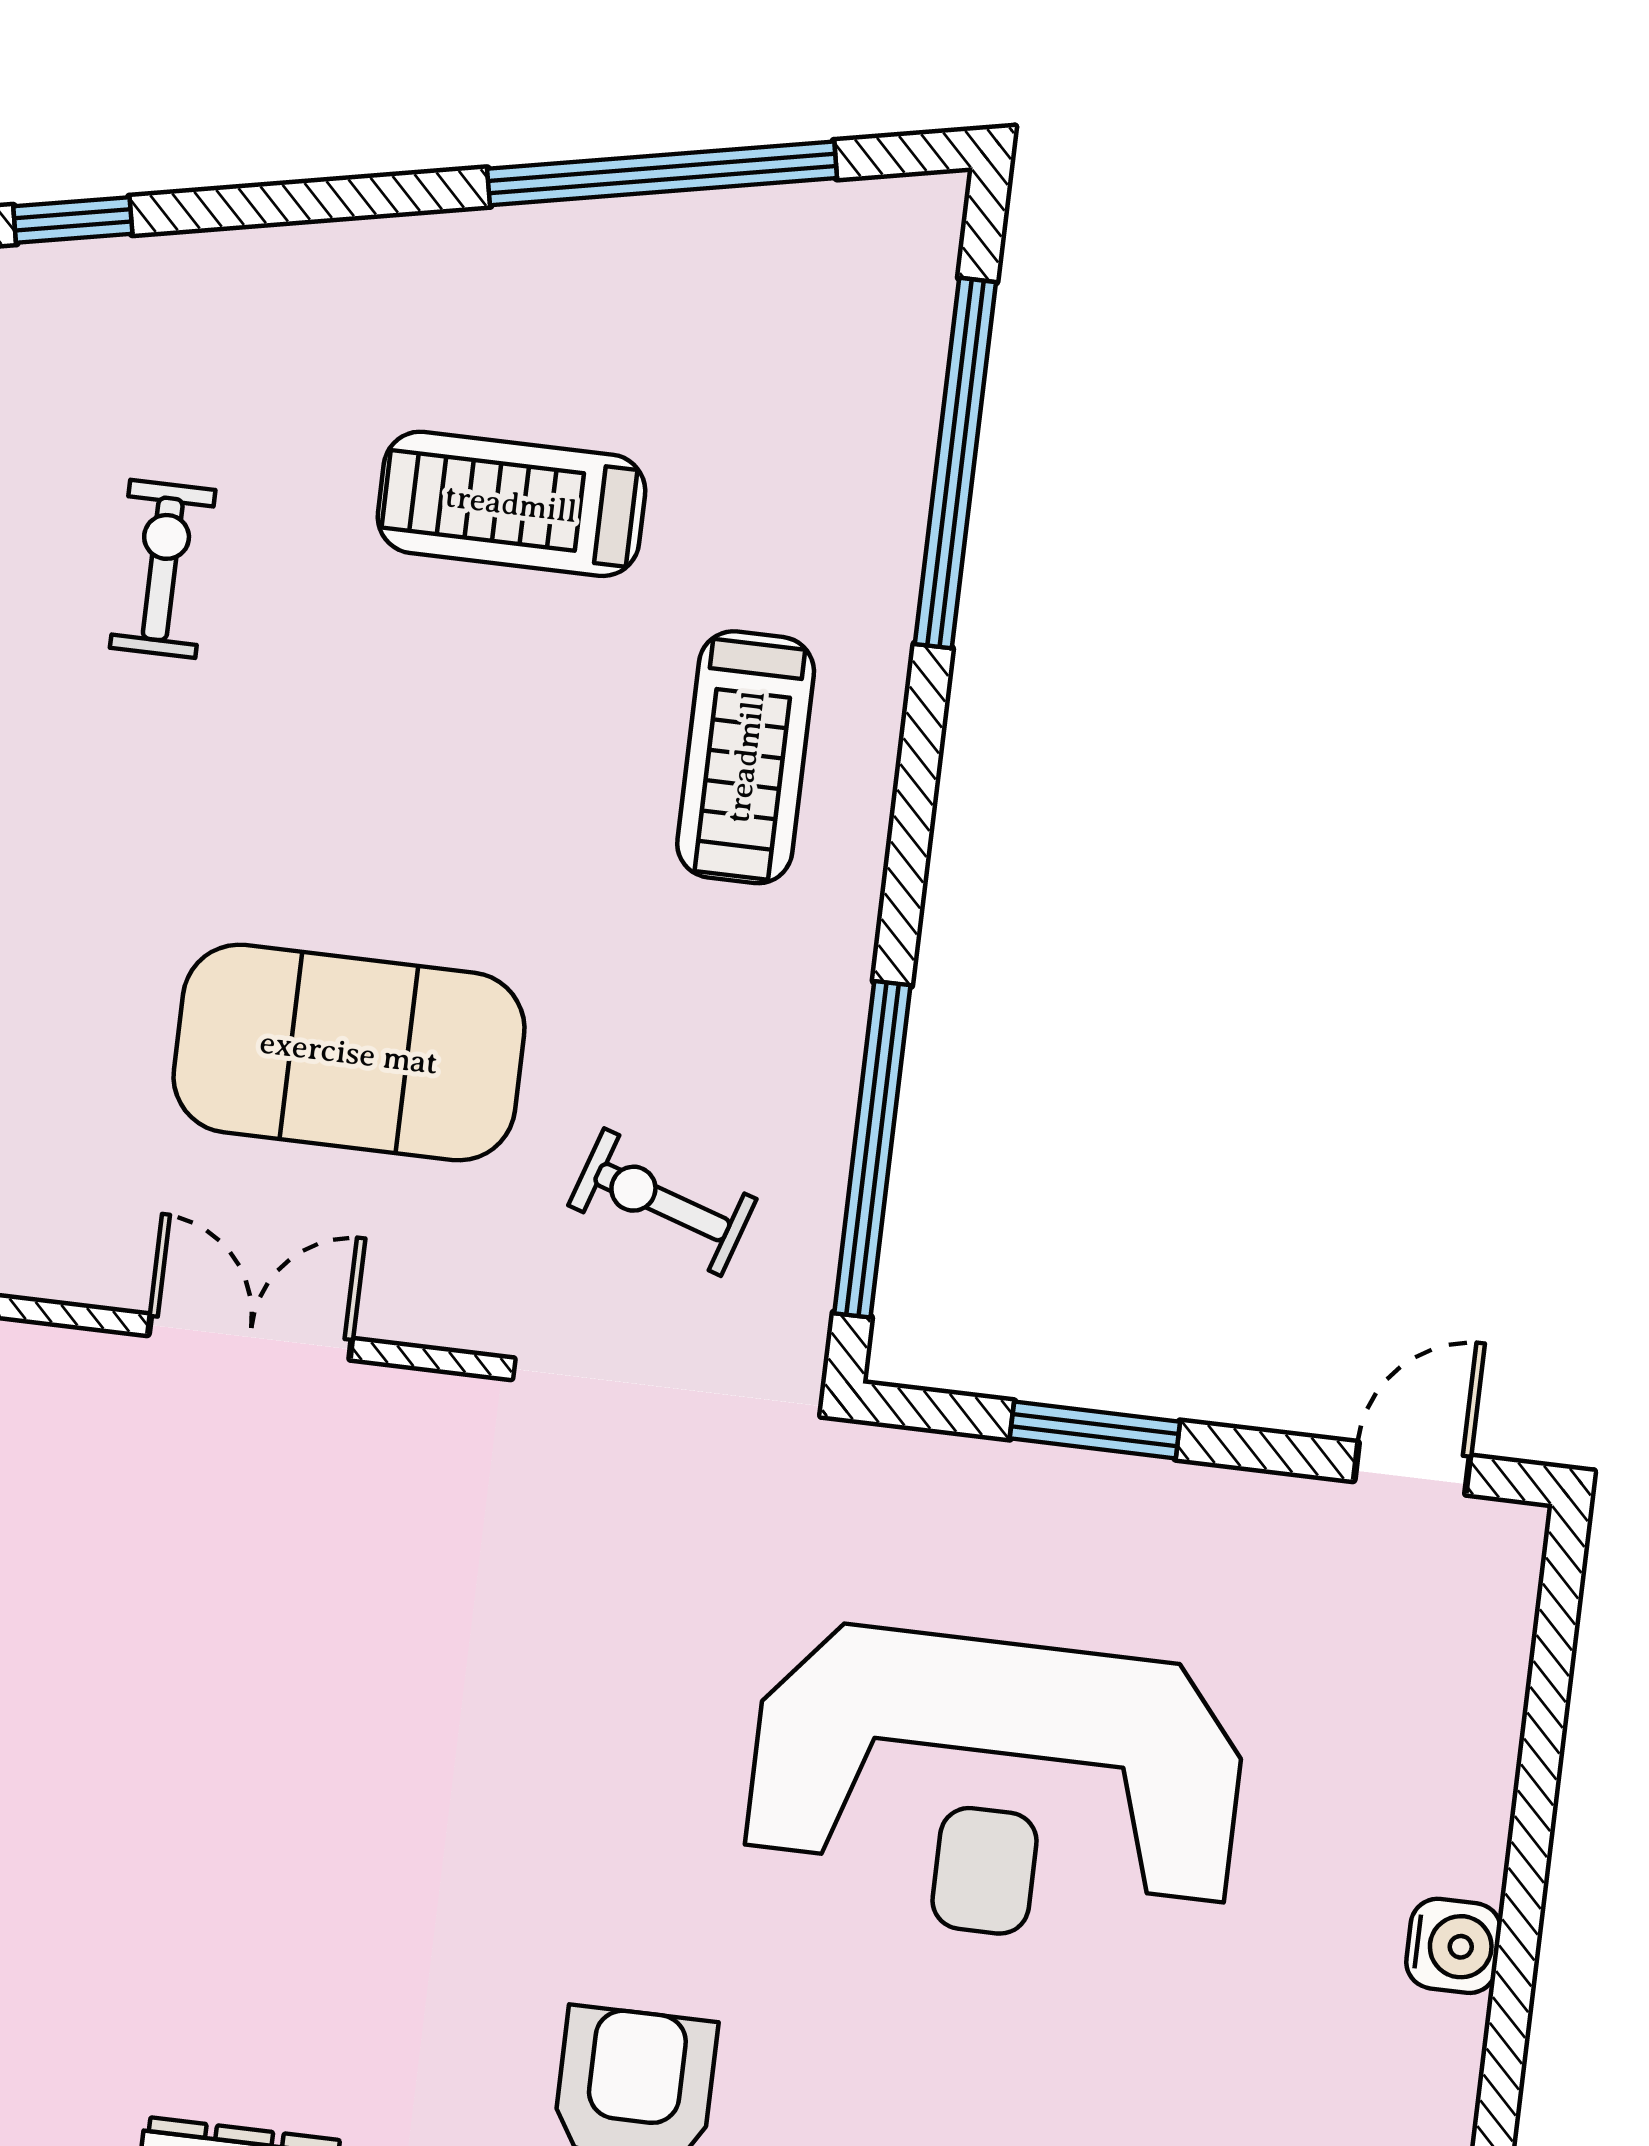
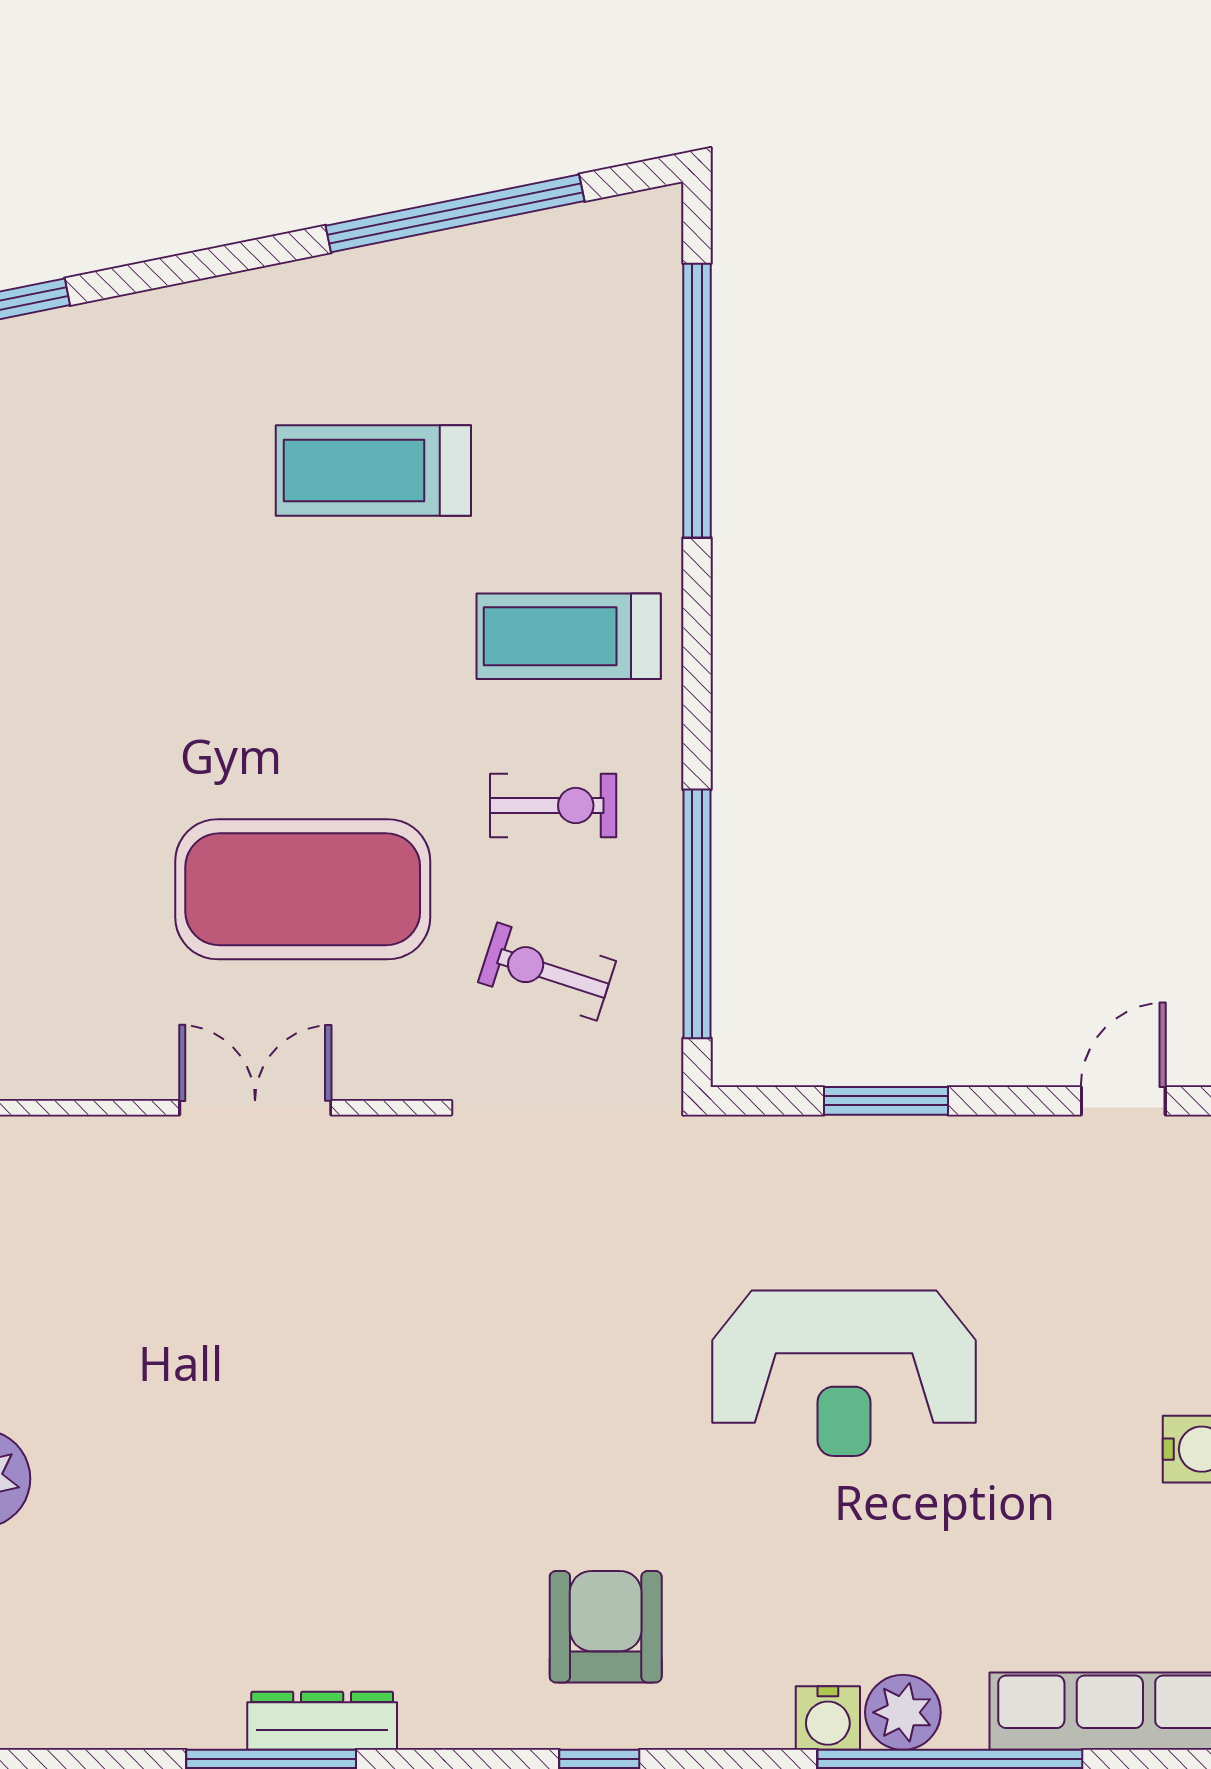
exercise bike: (163, 569) -> (553, 806), moved, turned 90
treadmill: (746, 757) -> (569, 636), turned 90
reception desk: (995, 1787) -> (844, 1373), width x0.74, depth x0.77

